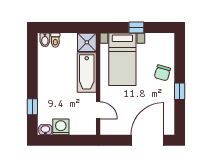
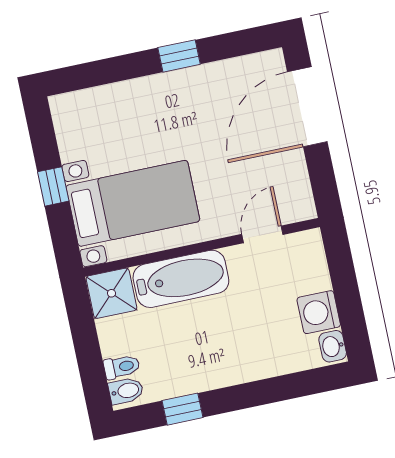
chair: (162, 73) -> (145, 105), removed
window: (32, 107) -> (182, 409), moved
door: (147, 140) -> (307, 107), hinge flipped

